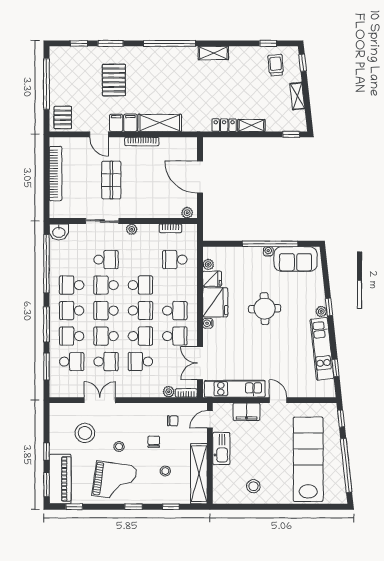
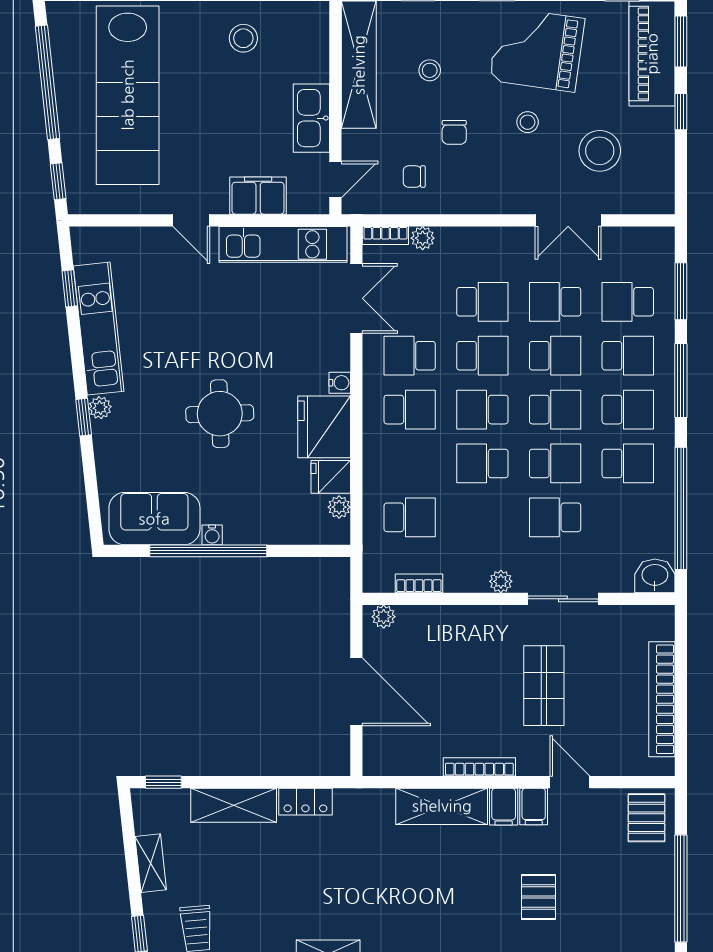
pallet: (114, 80) -> (538, 897), width x0.67, depth x0.71
shelving: (251, 125) -> (234, 805), width x1.50, depth x1.33
school desk: (175, 311) -> (410, 410), turned 180
school desk: (140, 336) -> (482, 356), turned 180

